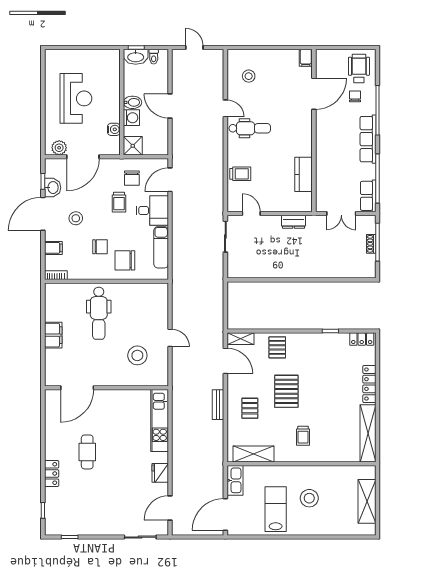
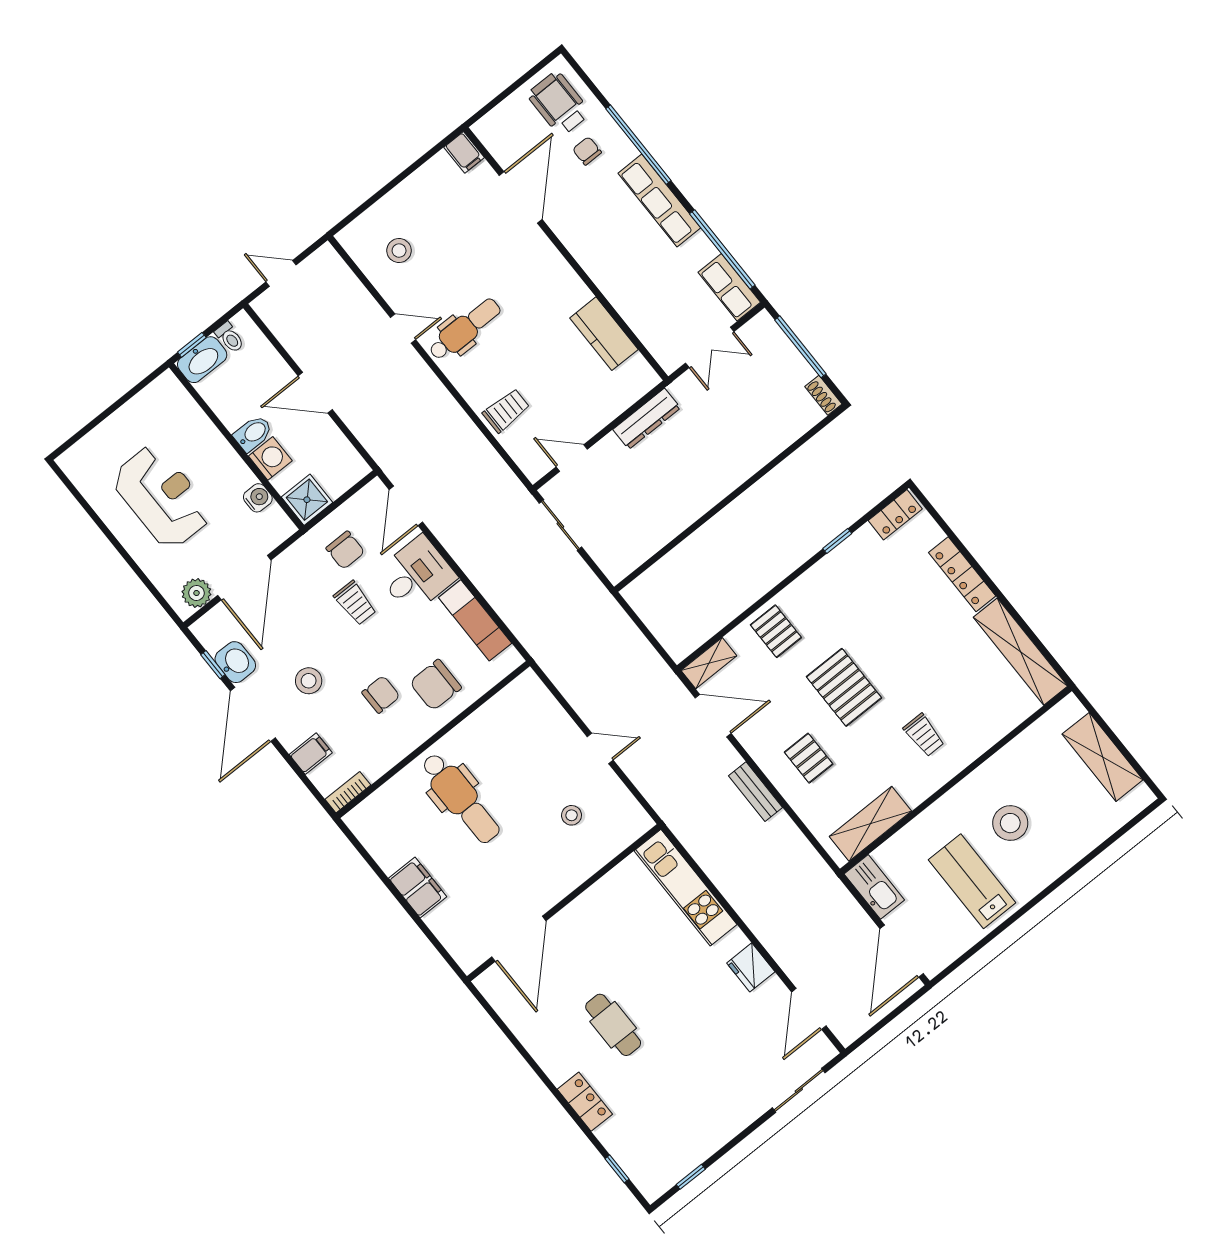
dresser: (294, 222) -> (647, 419), width x1.44
shoe rack: (371, 244) -> (823, 395), moved
stool: (137, 355) -> (572, 815), width x0.53, depth x0.53

